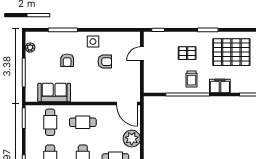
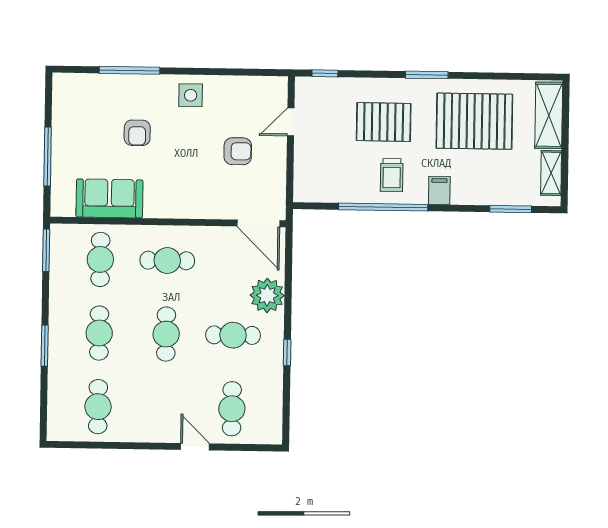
plant: (30, 48) -> (62, 105), removed
pallet: (187, 53) -> (384, 122), width x1.50, depth x1.42
armchair: (105, 62) -> (238, 151), moved
filing cabinet: (220, 86) -> (439, 190), width x0.50

